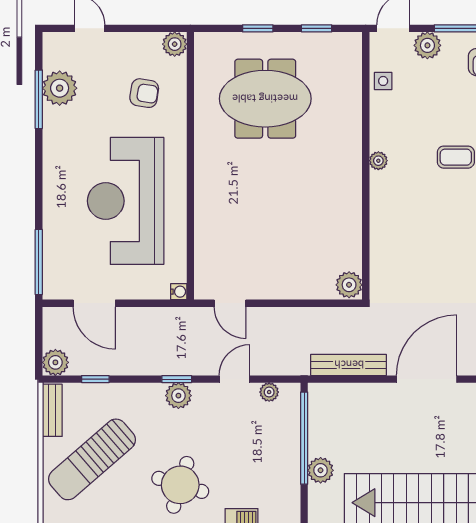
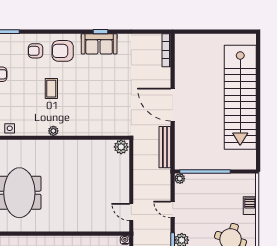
door: (230, 303) -> (131, 212), swing flipped
plant: (269, 392) -> (180, 179), moved
plant: (321, 470) -> (223, 162), removed

